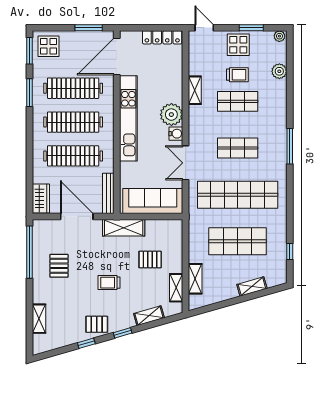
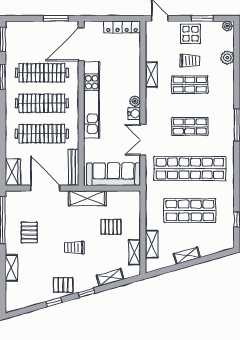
display table: (48, 46) -> (20, 35), removed
plant: (171, 115) -> (135, 101), width x0.53, depth x0.53
shelving: (252, 286) -> (187, 256), moved
shelving: (39, 319) -> (11, 268), moved

